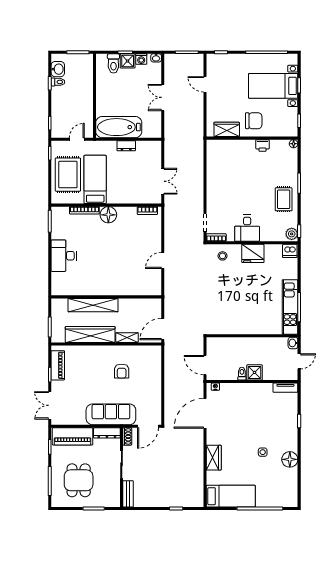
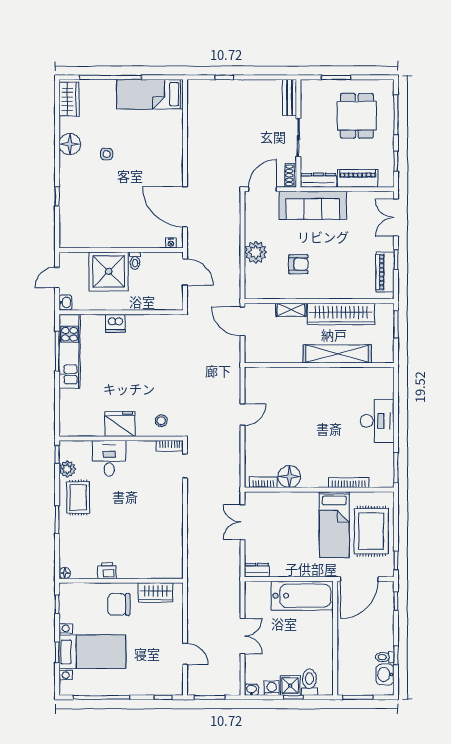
door: (77, 139) -> (359, 579), width x1.87
dresser: (126, 146) -> (257, 570), moved
floor lamp: (108, 215) -> (289, 477), moved
desk: (247, 228) -> (109, 458), moved
plant: (292, 234) -> (67, 469), moved
dishwasher: (290, 251) -> (115, 323), moved, turned 180
door: (163, 329) -> (242, 321), swing flipped
armchair: (122, 371) -> (298, 264), turned 90
shower: (254, 372) -> (109, 271), width x1.86, depth x1.86
plant: (153, 380) -> (256, 252), added
tv unit: (285, 388) -> (76, 242), removed
double door: (50, 405) -> (396, 218), swing flipped
door: (205, 413) -> (185, 207), swing flipped
piano: (73, 436) -> (358, 178), width x0.73, depth x0.75
wardrobe: (214, 458) -> (69, 99), moved, turned 180

